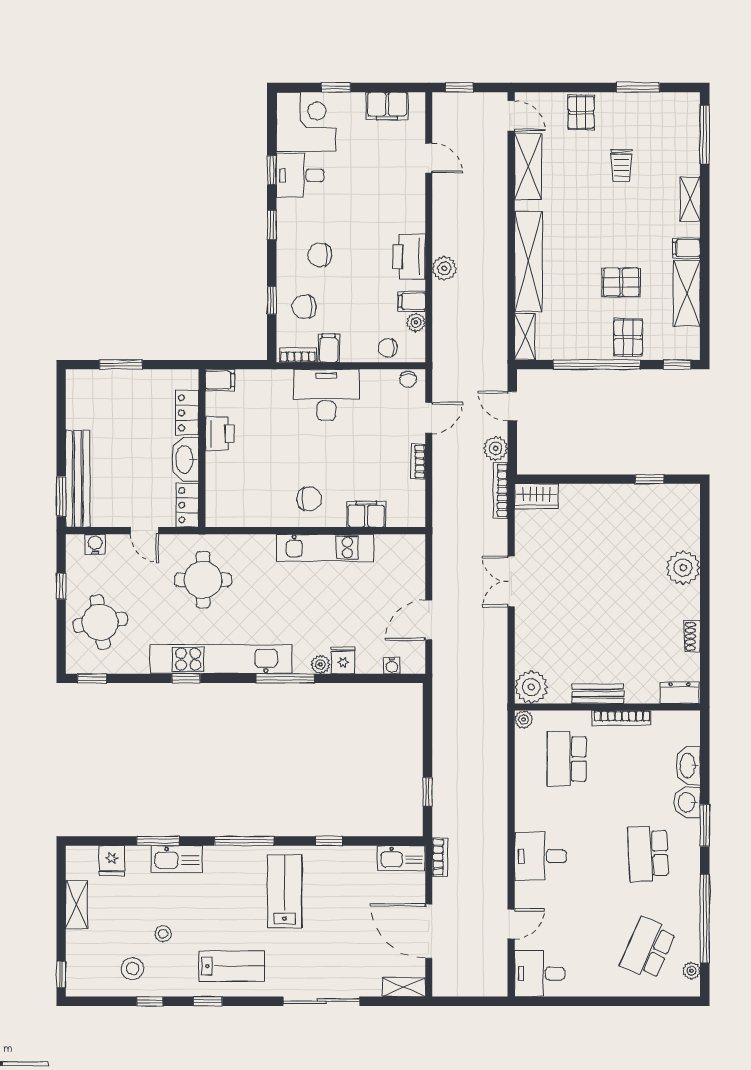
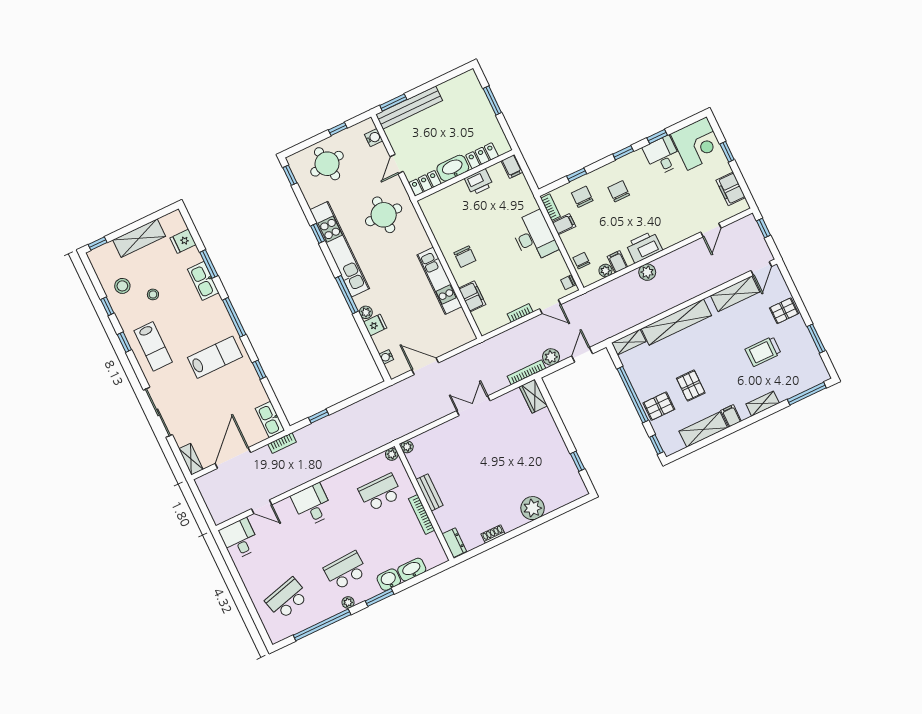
trolley: (622, 165) -> (763, 351), width x1.36, depth x1.39
plant: (531, 687) -> (407, 447), width x0.53, depth x0.53
shelving: (77, 904) -> (139, 238), width x1.50, depth x1.33
school desk: (648, 948) -> (287, 599), turned -39
plant: (691, 971) -> (348, 602), moved

